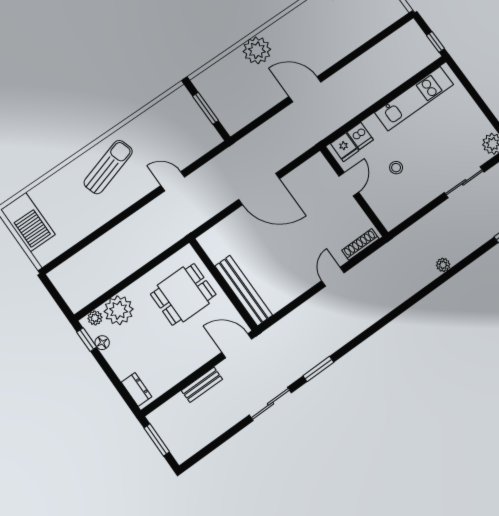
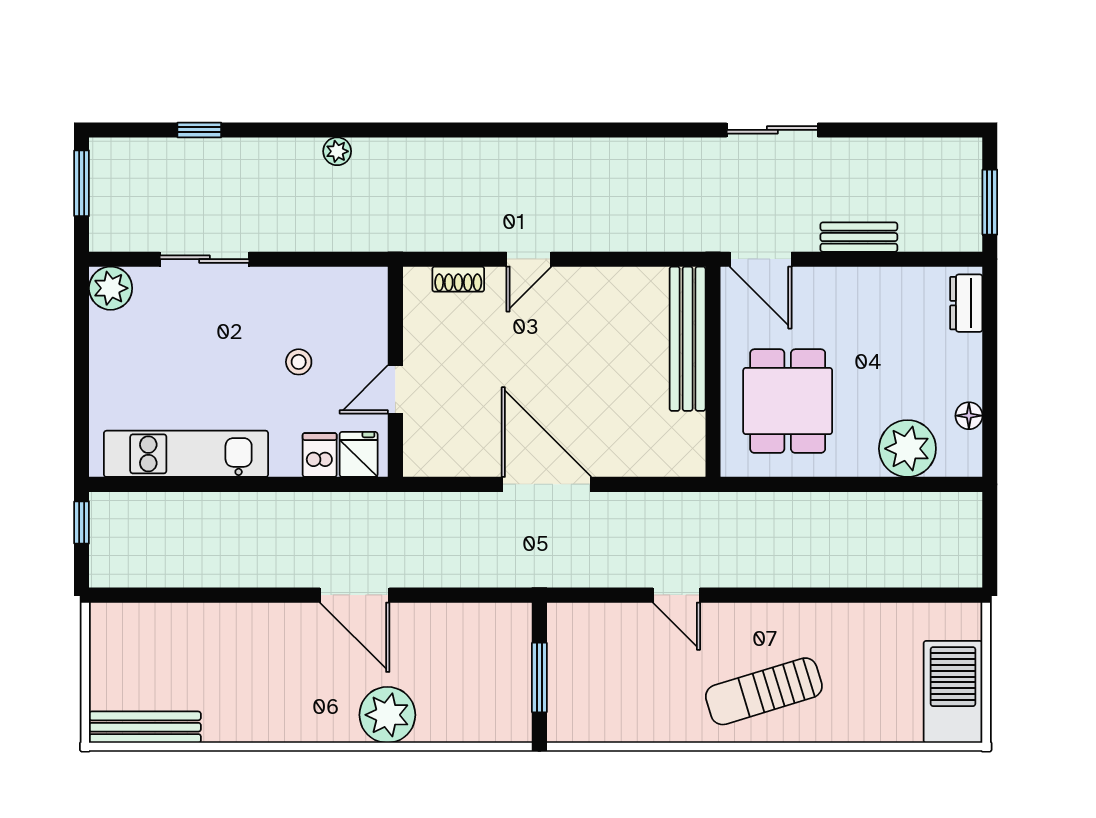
shoe rack: (360, 244) -> (458, 279), width x0.70
dining table: (183, 294) -> (788, 401), turned 90
plant: (95, 318) -> (953, 463), removed
window: (87, 340) -> (990, 438), removed
window: (318, 369) -> (658, 130), removed

